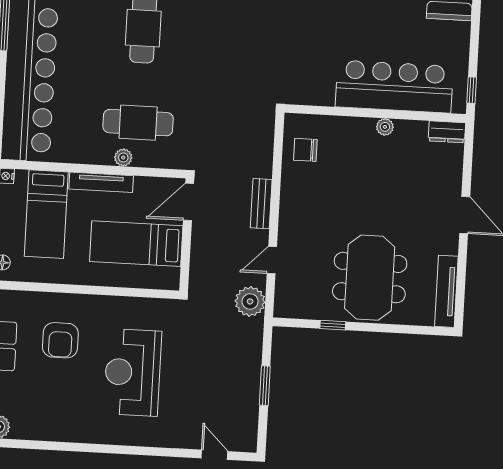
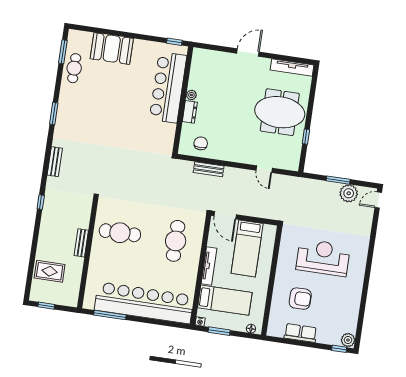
dresser: (447, 132) -> (190, 112), moved
chair: (305, 150) -> (201, 143), turned 180
plant: (123, 157) -> (195, 252), removed
bench: (261, 204) -> (209, 169), moved
plant: (250, 301) -> (349, 193), moved
reception desk: (133, 372) -> (323, 258), turned 180
door: (214, 455) -> (378, 200), moved

